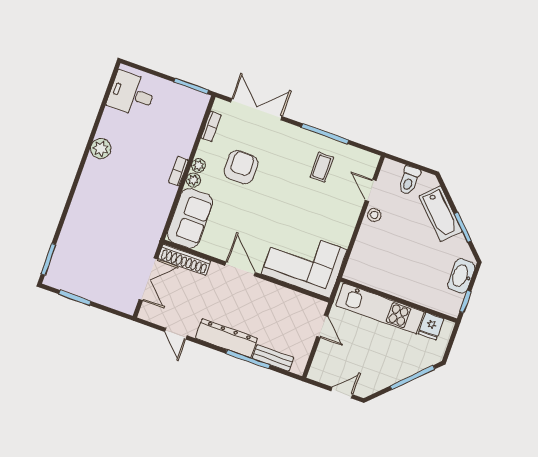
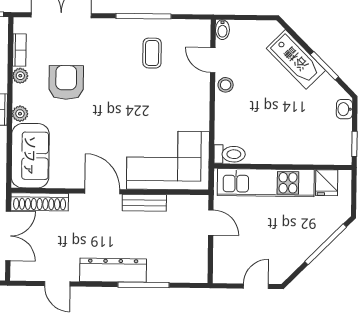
plant: (198, 165) -> (20, 76), moved
bidet: (387, 168) -> (222, 30), added
toilet: (409, 181) -> (230, 154), moved, turned -90
washbasin: (461, 276) -> (344, 109), width x0.52, depth x0.69
bench: (273, 358) -> (144, 203), moved

